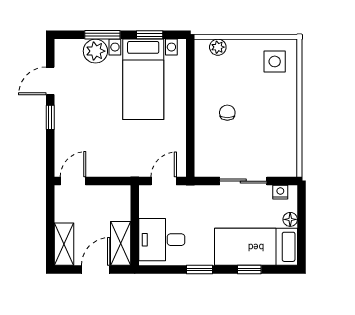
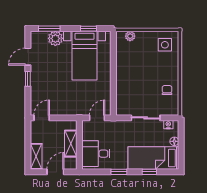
window: (102, 35) -> (49, 29), moved
chair: (227, 113) -> (167, 90), moved
shelving: (121, 243) -> (71, 144), moved

